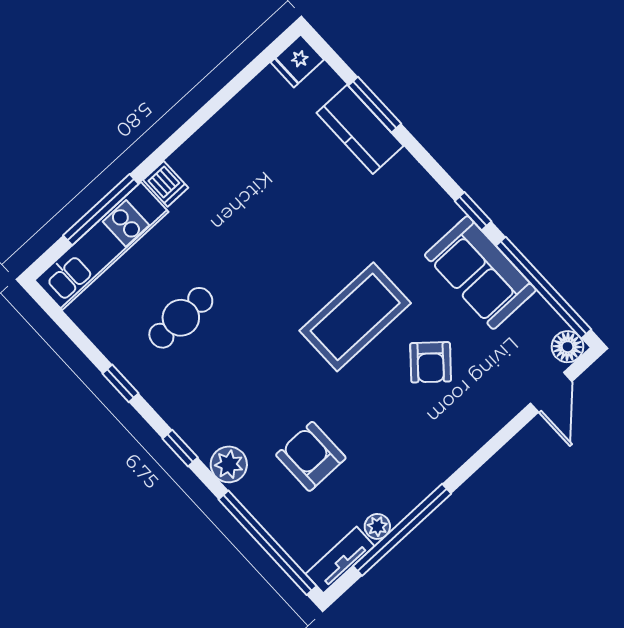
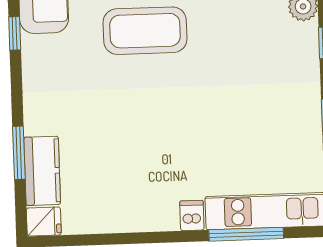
kitchen counter: (360, 129) -> (42, 171), moved
cafe table: (181, 318) -> (254, 124), removed

